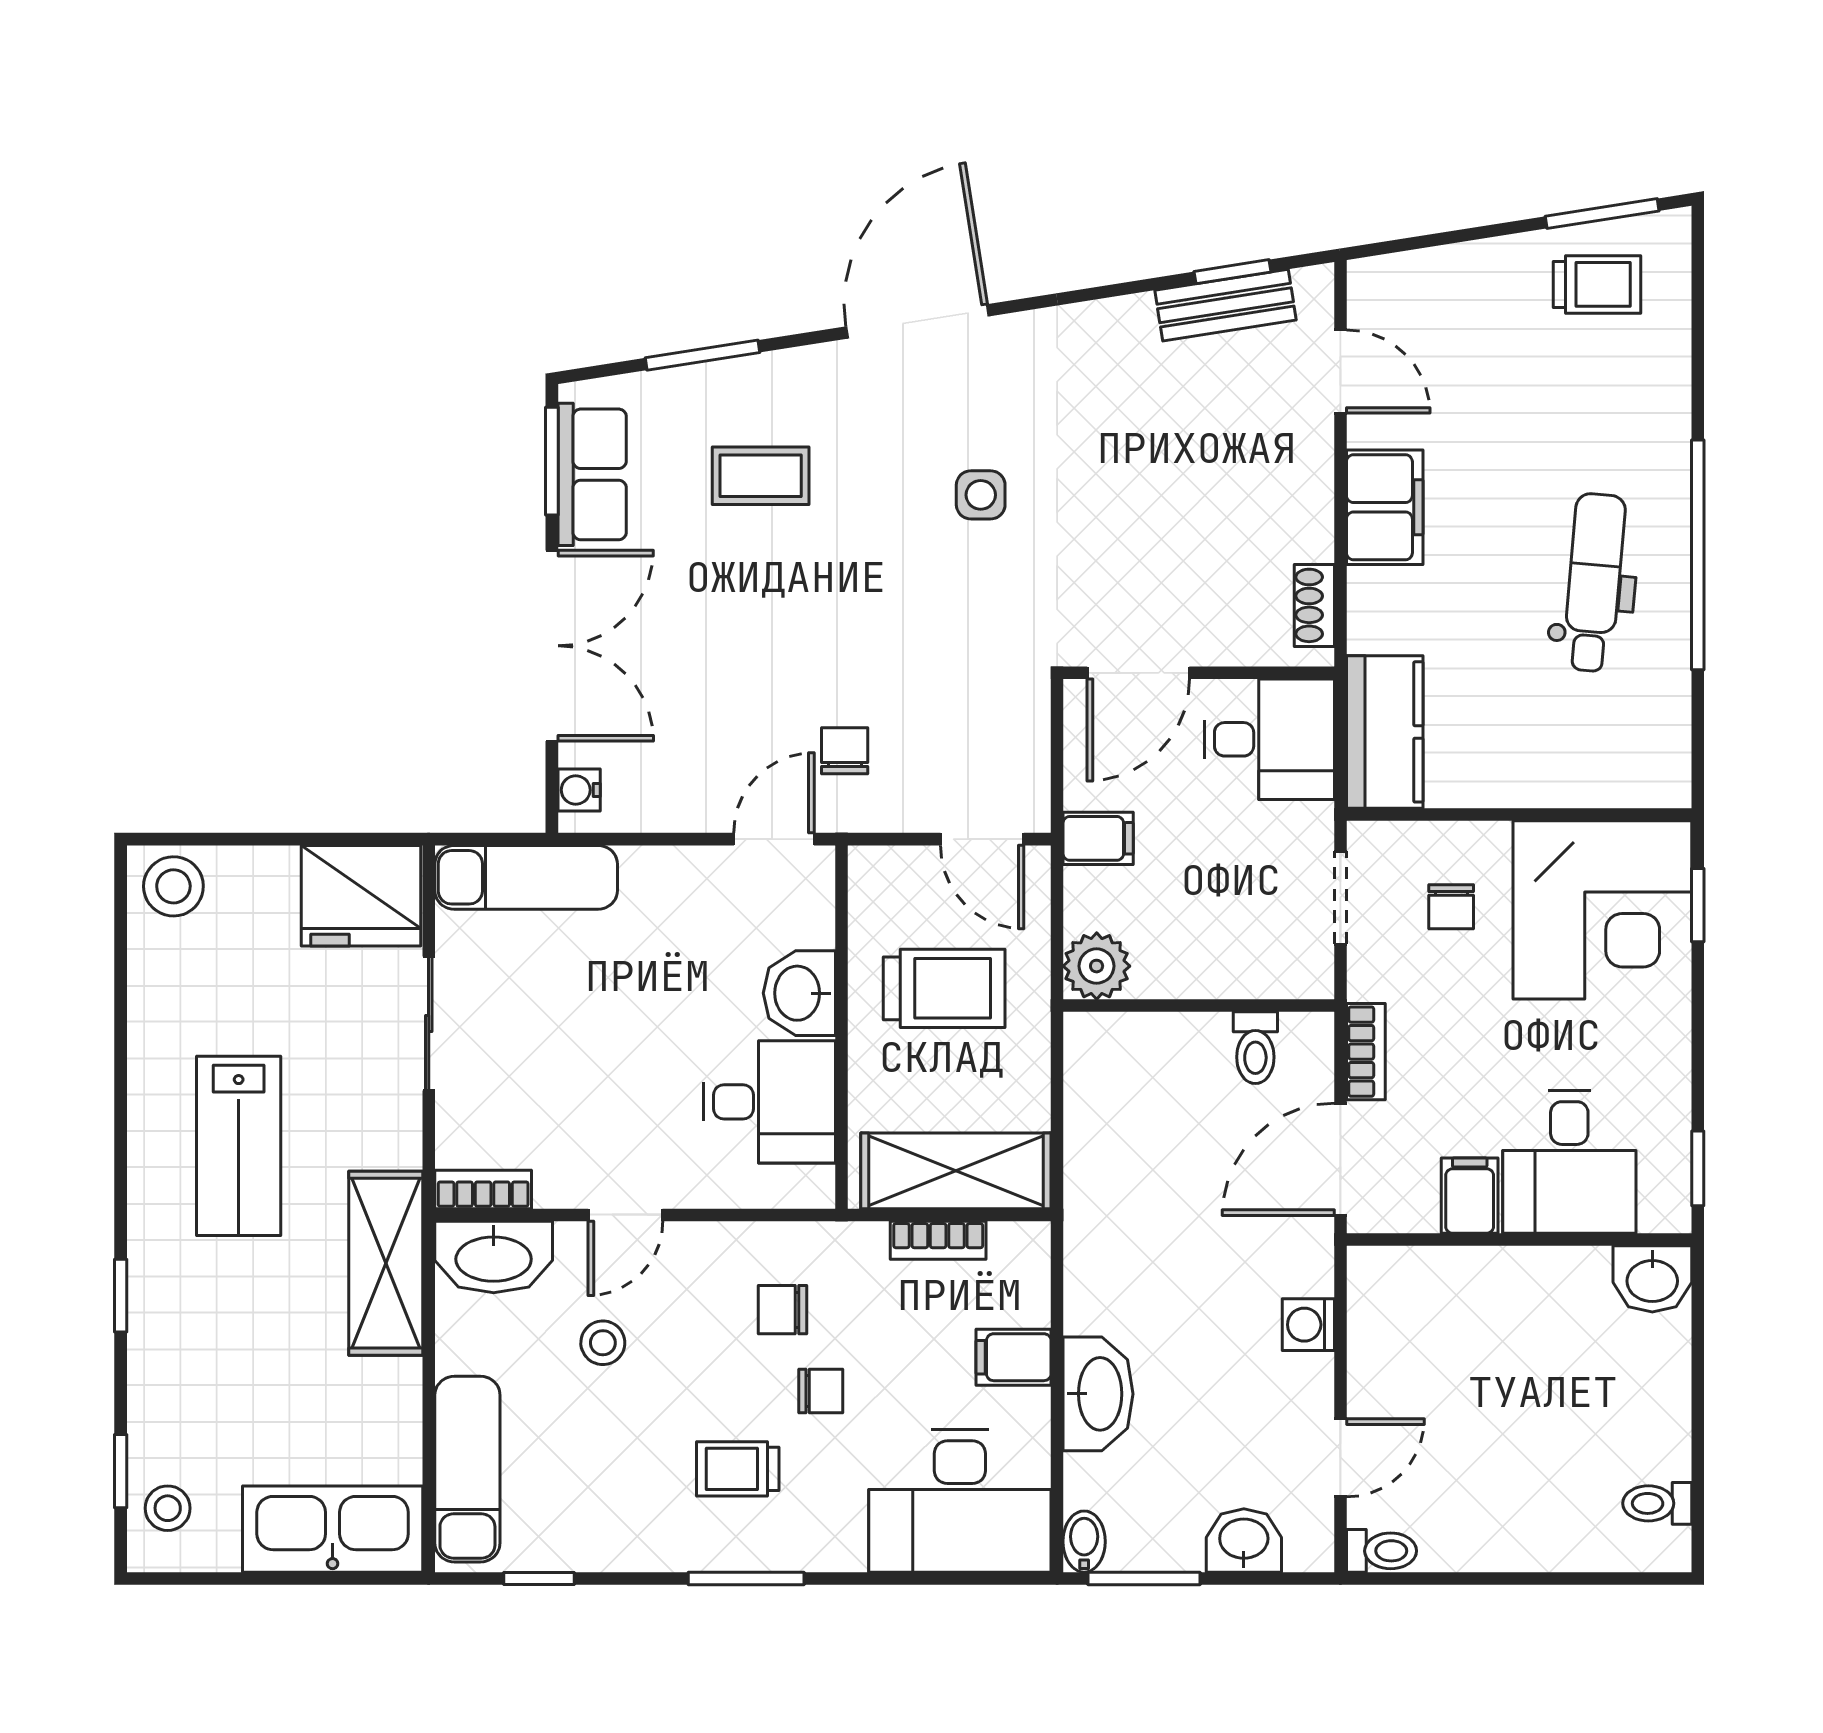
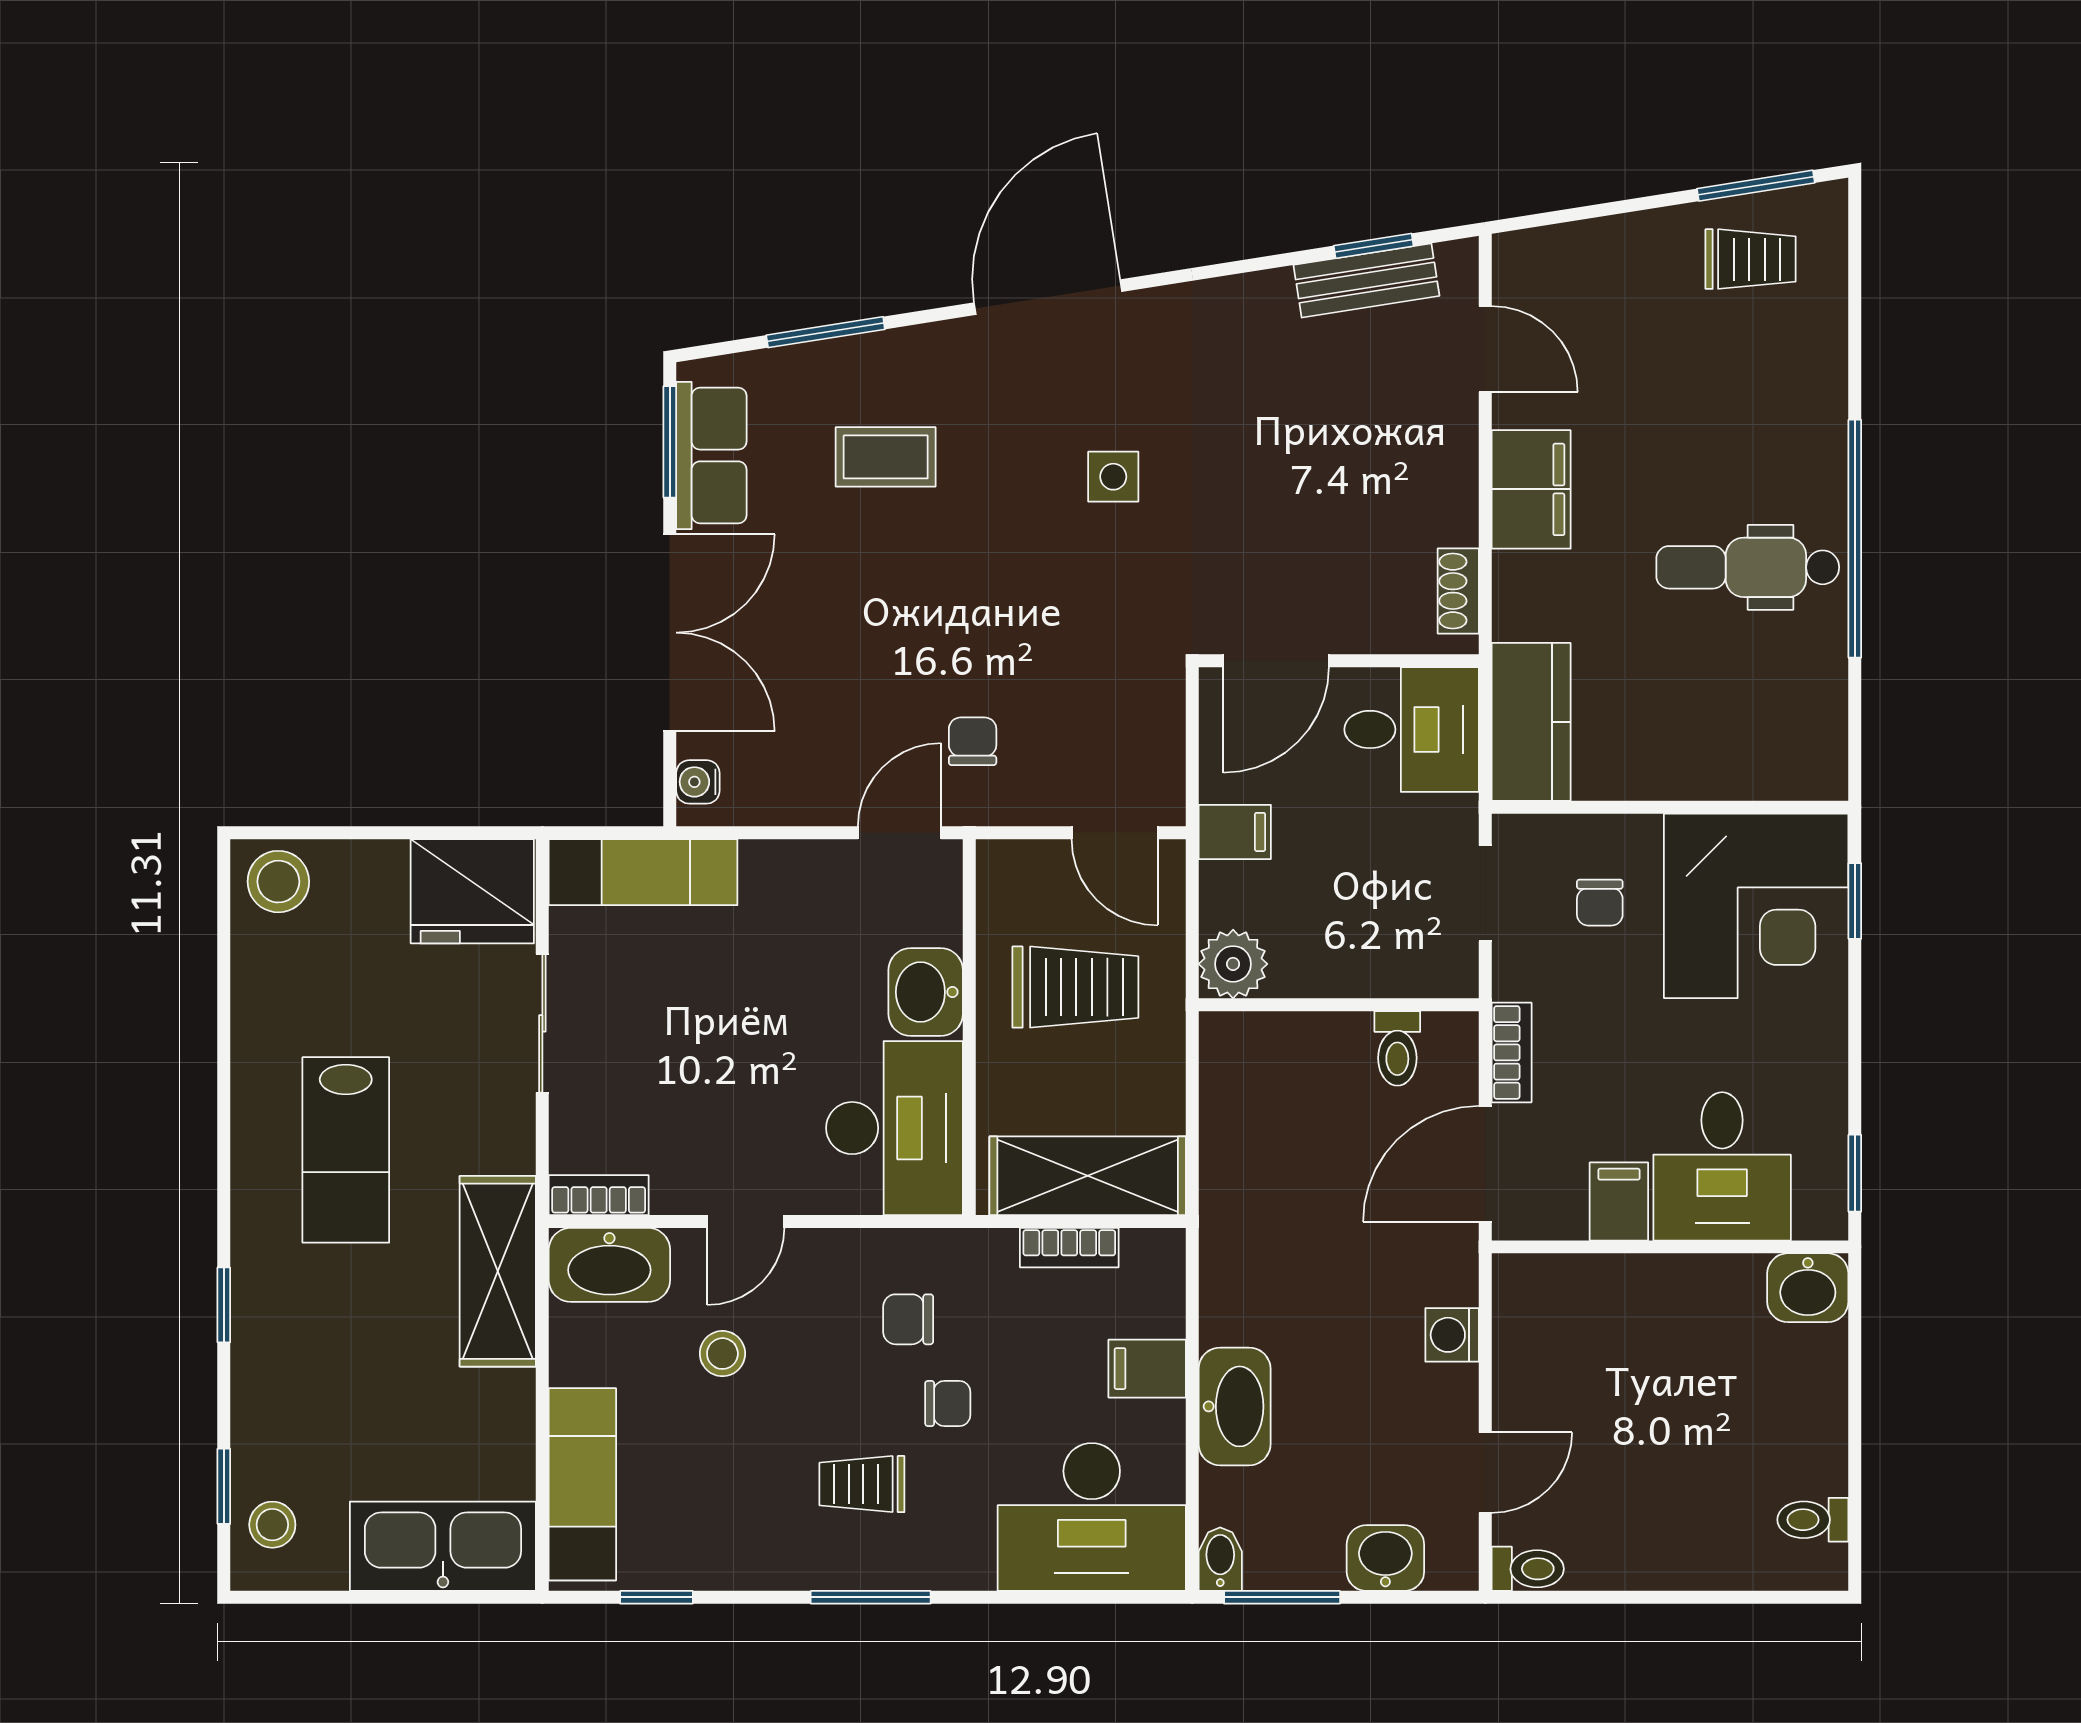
dental chair: (1594, 583) -> (1748, 567), turned -95
desk: (769, 1102) -> (895, 1128), width x1.37

